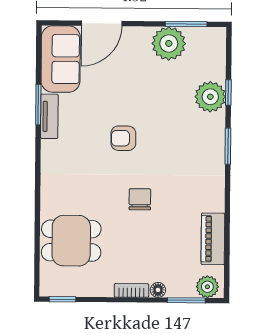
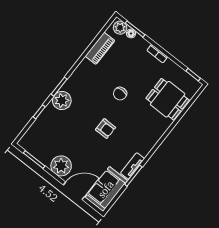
plant: (169, 43) -> (61, 166), moved
plant: (210, 97) -> (62, 100), moved
floor lamp: (158, 290) -> (131, 34), moved

